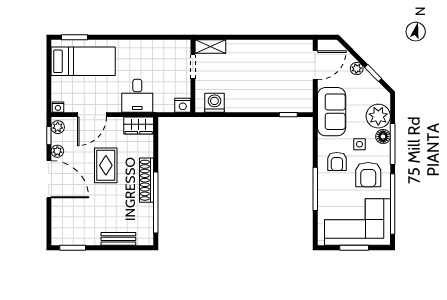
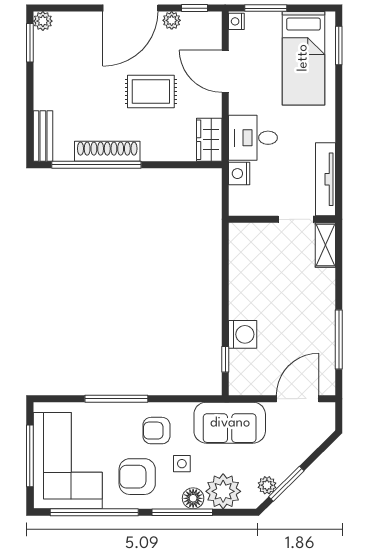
window: (275, 37) -> (339, 340), added
tv unit: (166, 46) -> (325, 179), added
door: (315, 65) -> (298, 399), swing flipped
plant: (357, 69) -> (267, 485), moved
window: (373, 73) -> (286, 484), width x1.50
window: (49, 87) -> (266, 8), added
washing machine: (214, 103) -> (243, 334), moved
nightstand: (183, 105) -> (239, 174), moved
plant: (58, 127) -> (43, 21), moved
shoe rack: (147, 180) -> (107, 151), moved
bench: (118, 239) -> (43, 136), moved
window: (354, 248) -> (30, 456), width x1.44

